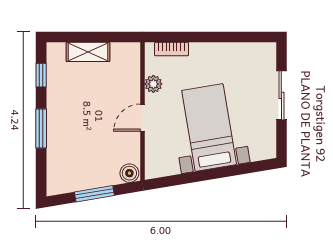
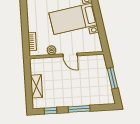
boiler: (129, 173) -> (100, 60), removed

